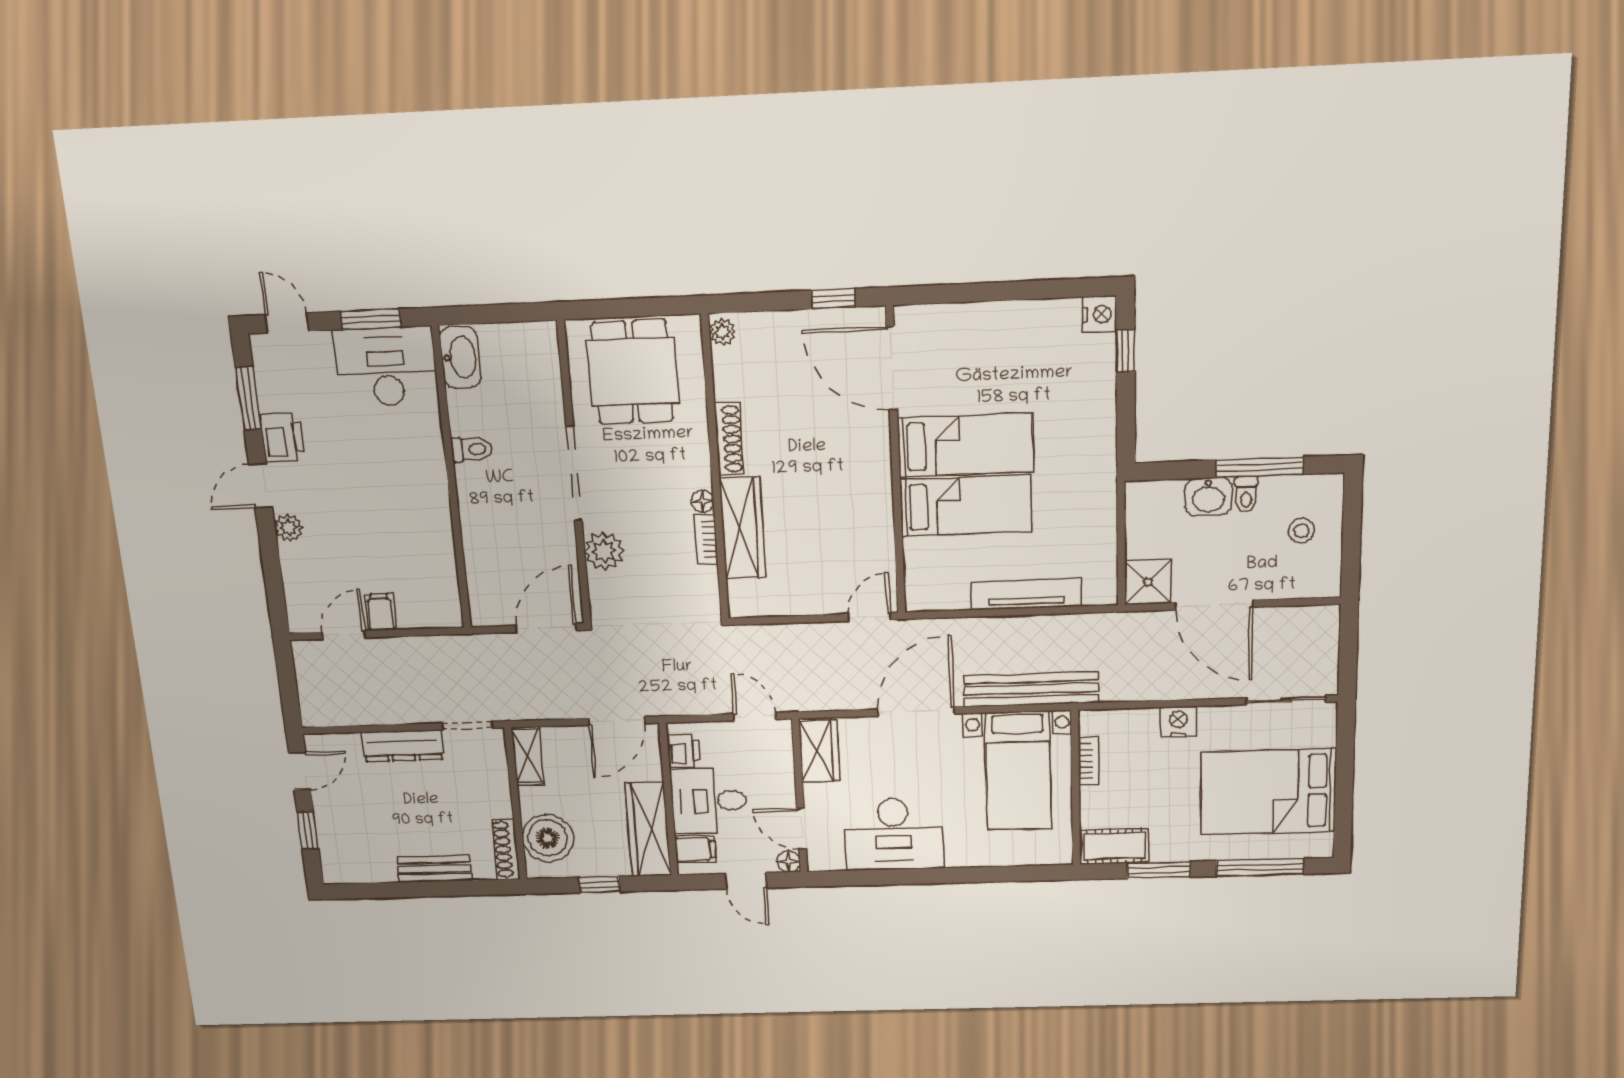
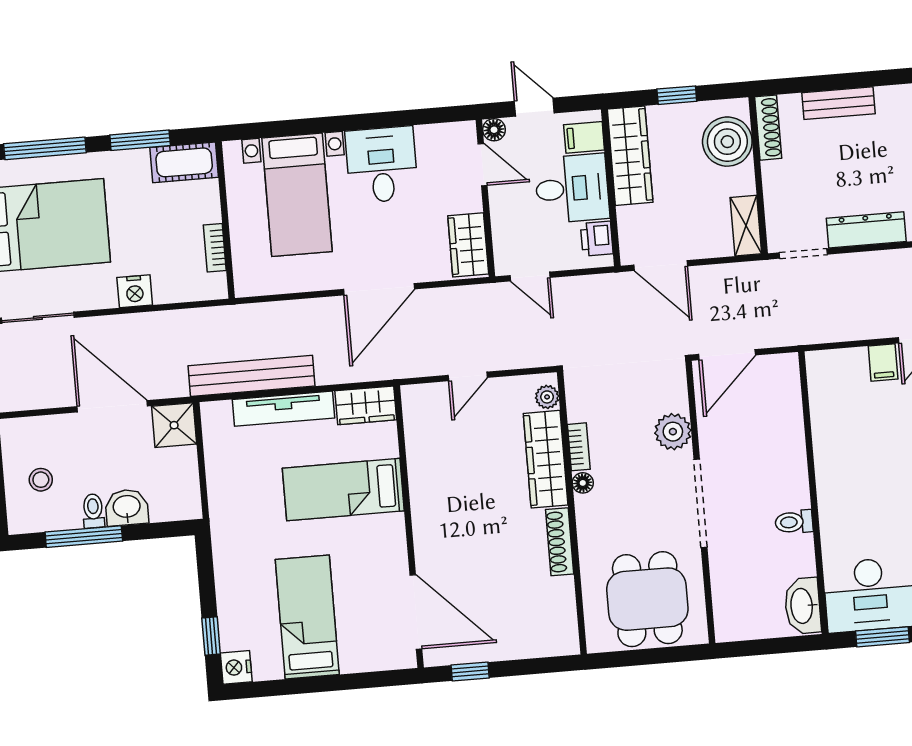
plant: (723, 332) -> (547, 397), moved
bed: (965, 445) -> (307, 617), moved, turned 90
wardrobe: (936, 593) -> (366, 405), added
door: (869, 617) -> (468, 376), moved
bench: (1031, 689) -> (251, 376), moved
door: (617, 721) -> (661, 266), swing flipped
bed with nightstands: (1018, 771) -> (297, 195), moved, turned 180
desk: (894, 834) -> (382, 165), width x0.73

